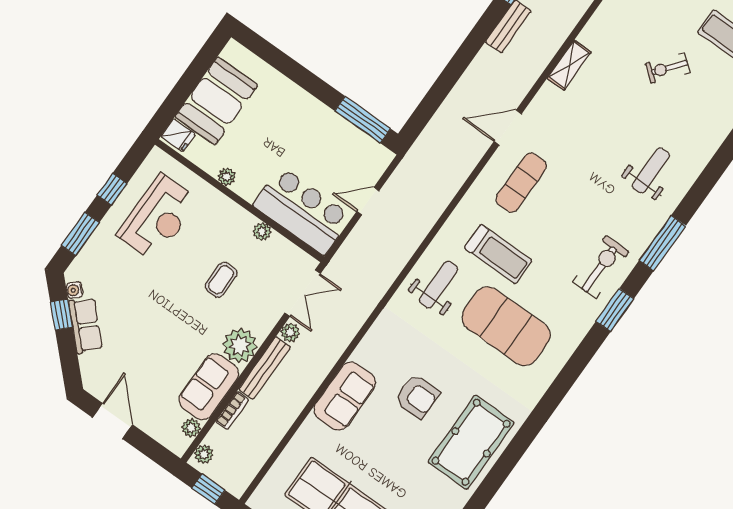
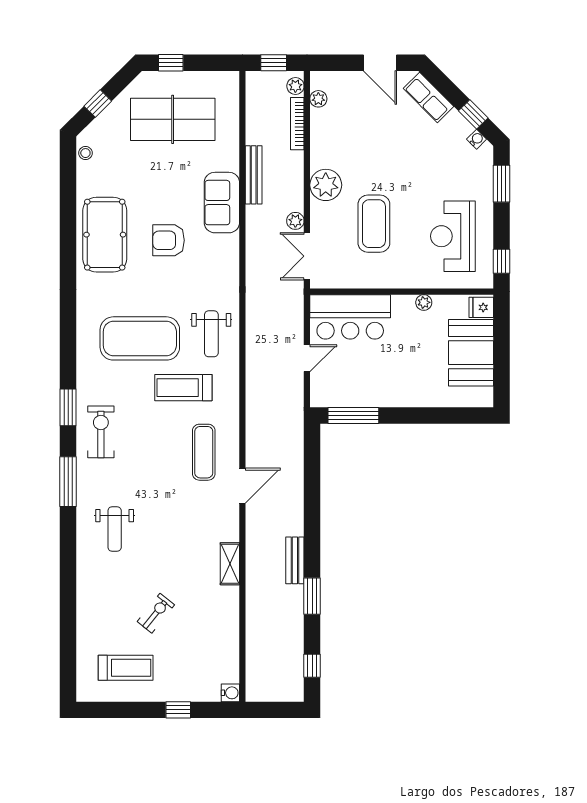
window: (112, 189) -> (502, 261), moved
plant: (262, 232) -> (369, 280), removed
exercise bike: (601, 267) -> (101, 432), turned 180
coffee table: (221, 280) -> (374, 224), width x1.86, depth x1.72
row of seats: (85, 325) -> (428, 97), moved
bench: (265, 368) -> (254, 175), moved
sofa: (209, 387) -> (327, 138), removed
bookcase: (232, 411) -> (297, 124), width x1.56

